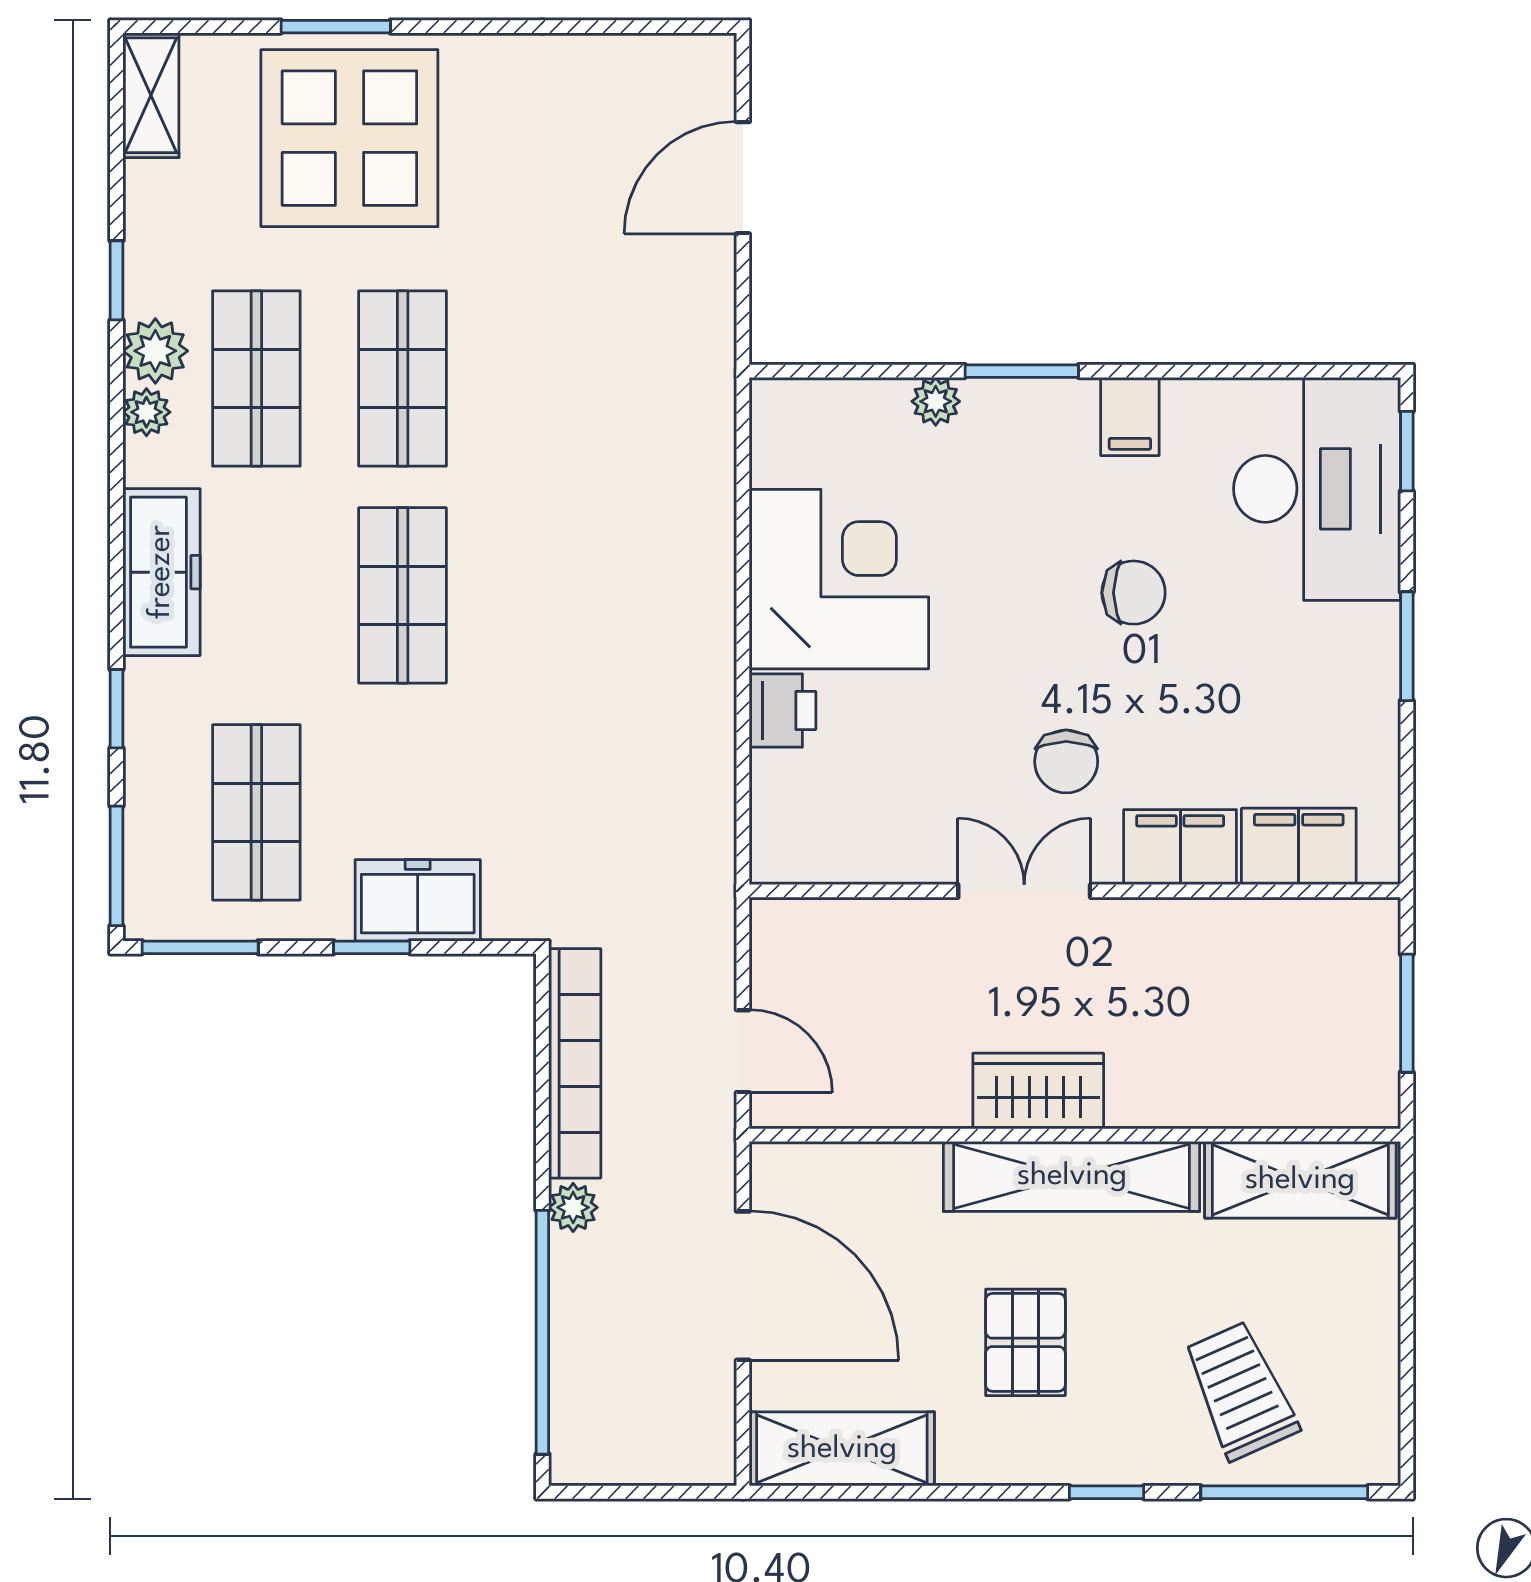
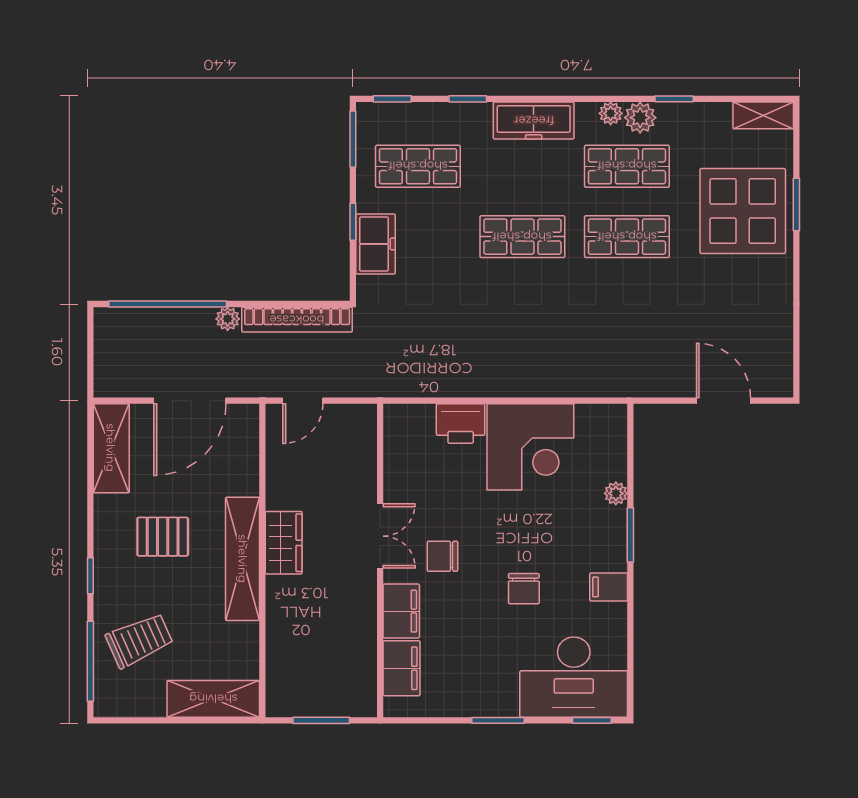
printer: (782, 710) -> (461, 423), width x1.36, depth x1.24
window: (116, 866) -> (392, 99), width x0.67
shelving: (1300, 1180) -> (213, 699), moved, turned 90

